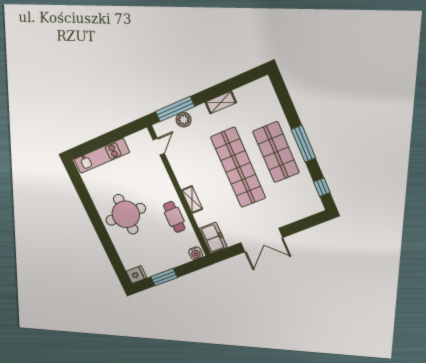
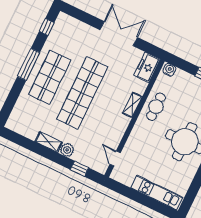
window: (175, 109) -> (79, 169), width x0.46
plant: (184, 120) -> (67, 150), moved
door: (159, 147) -> (115, 158), hinge flipped

